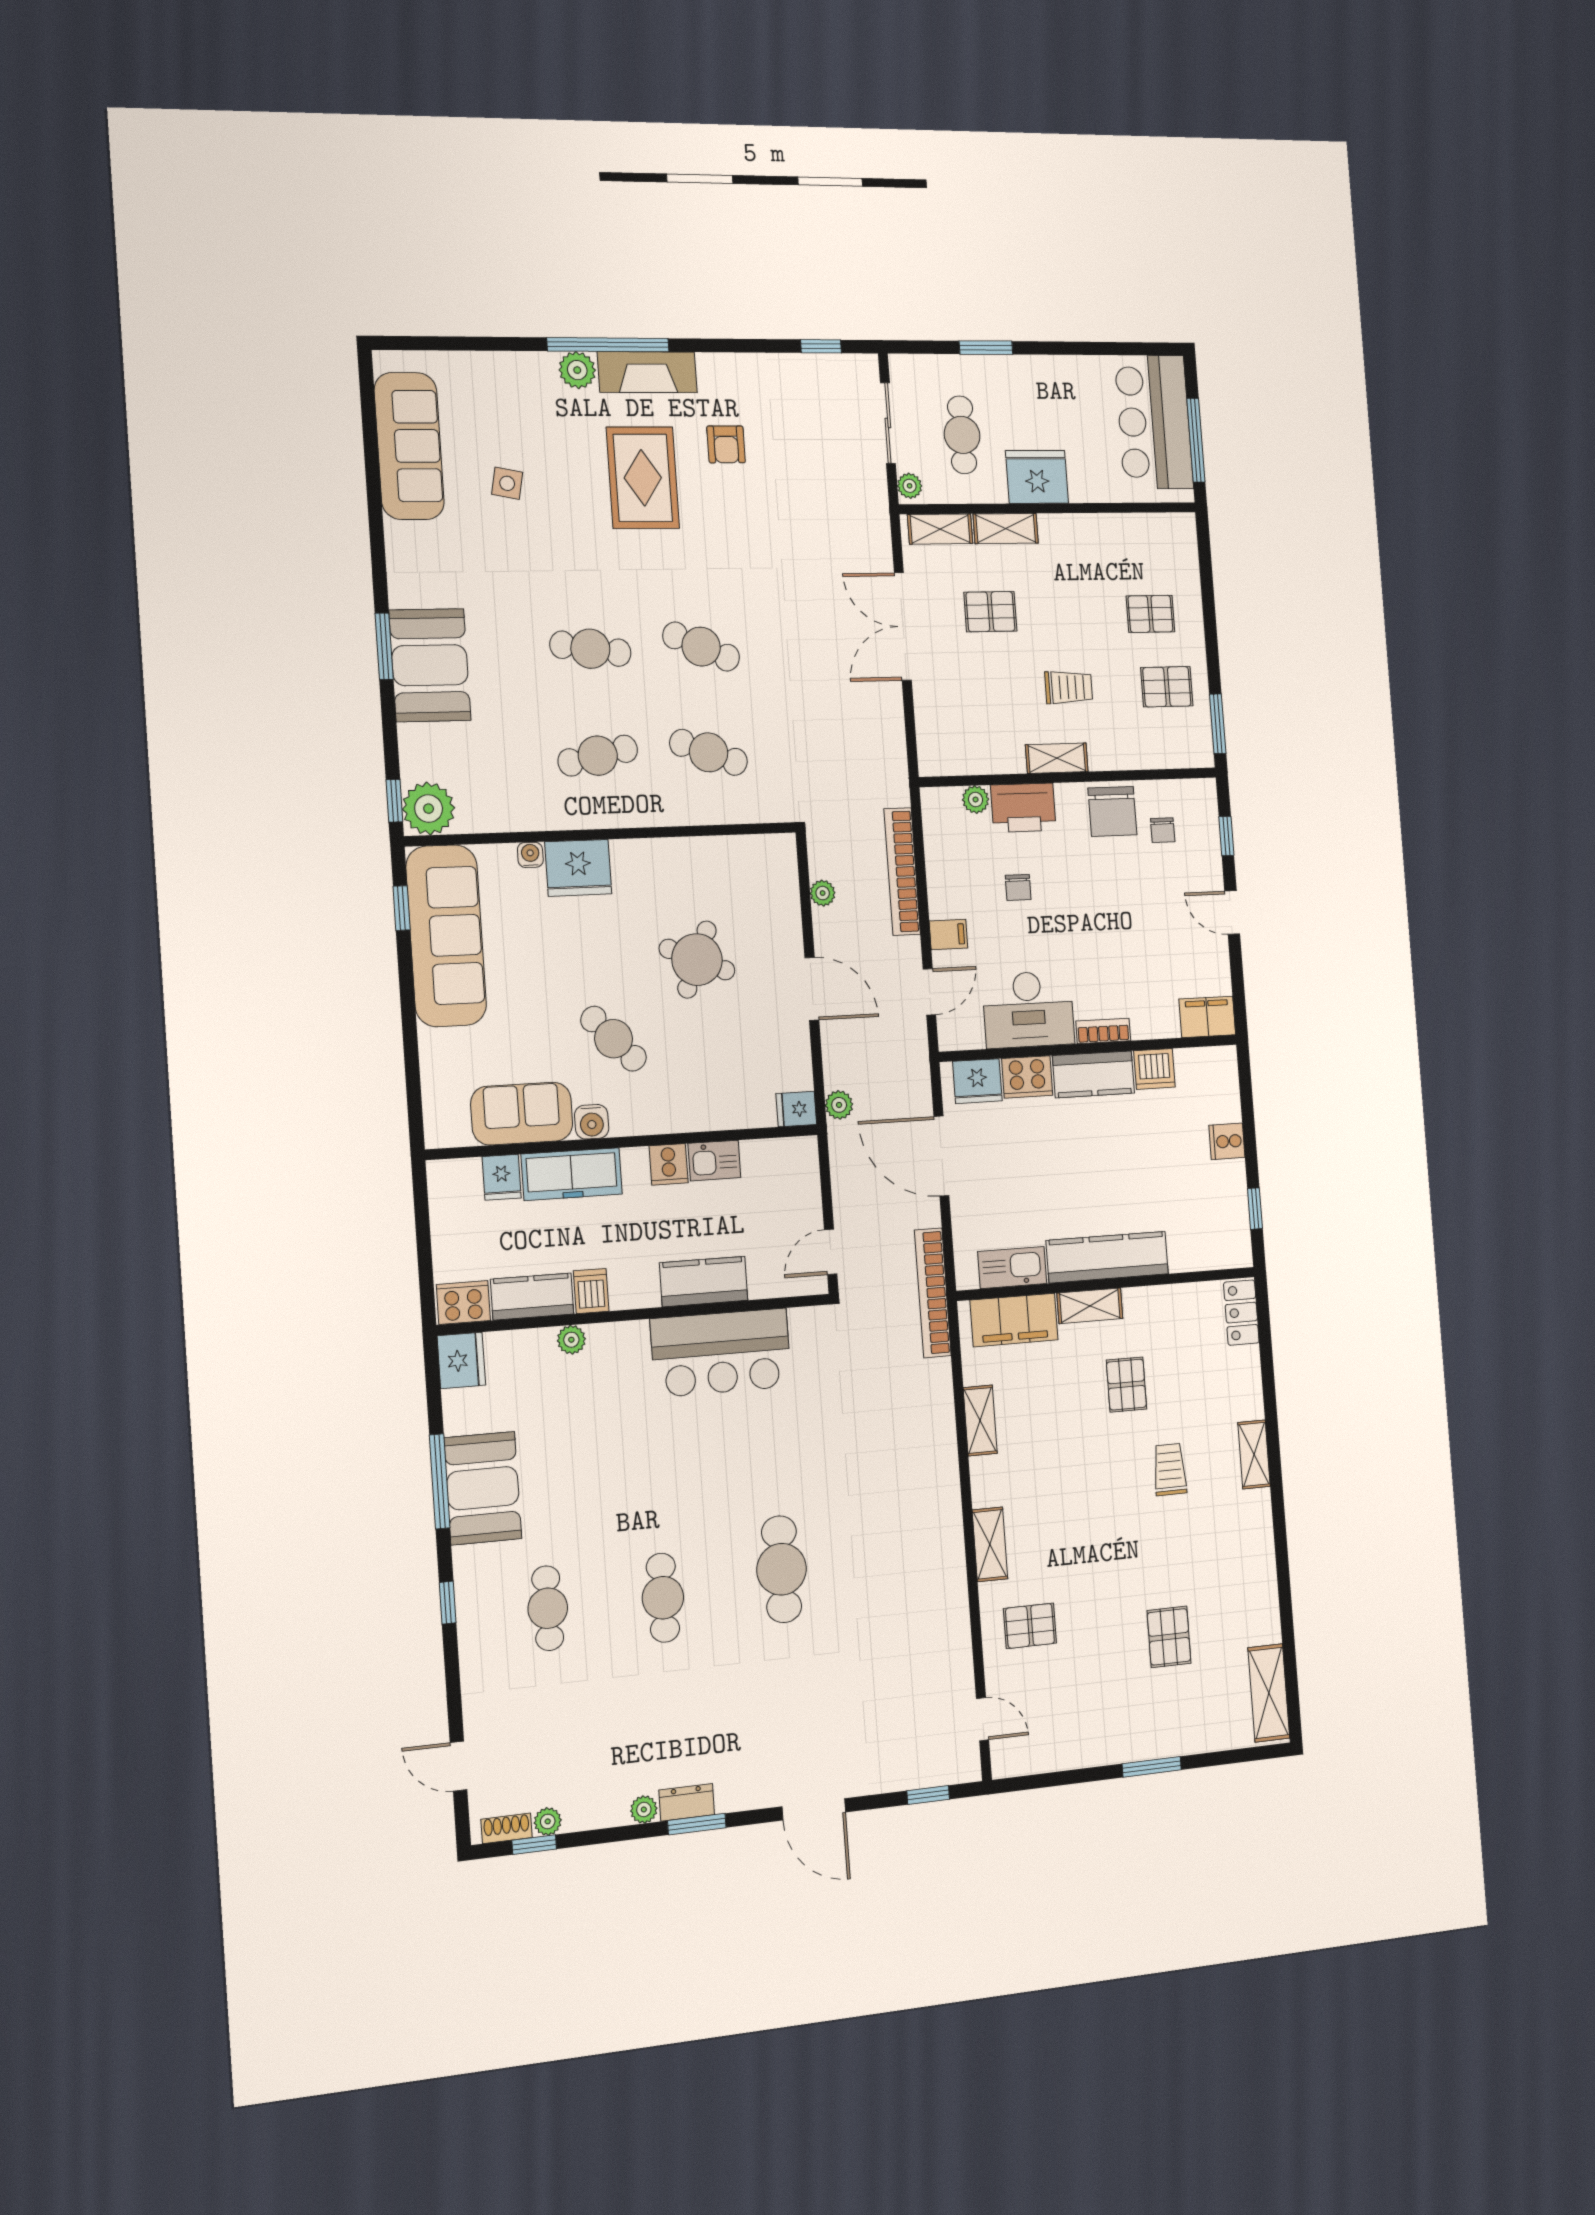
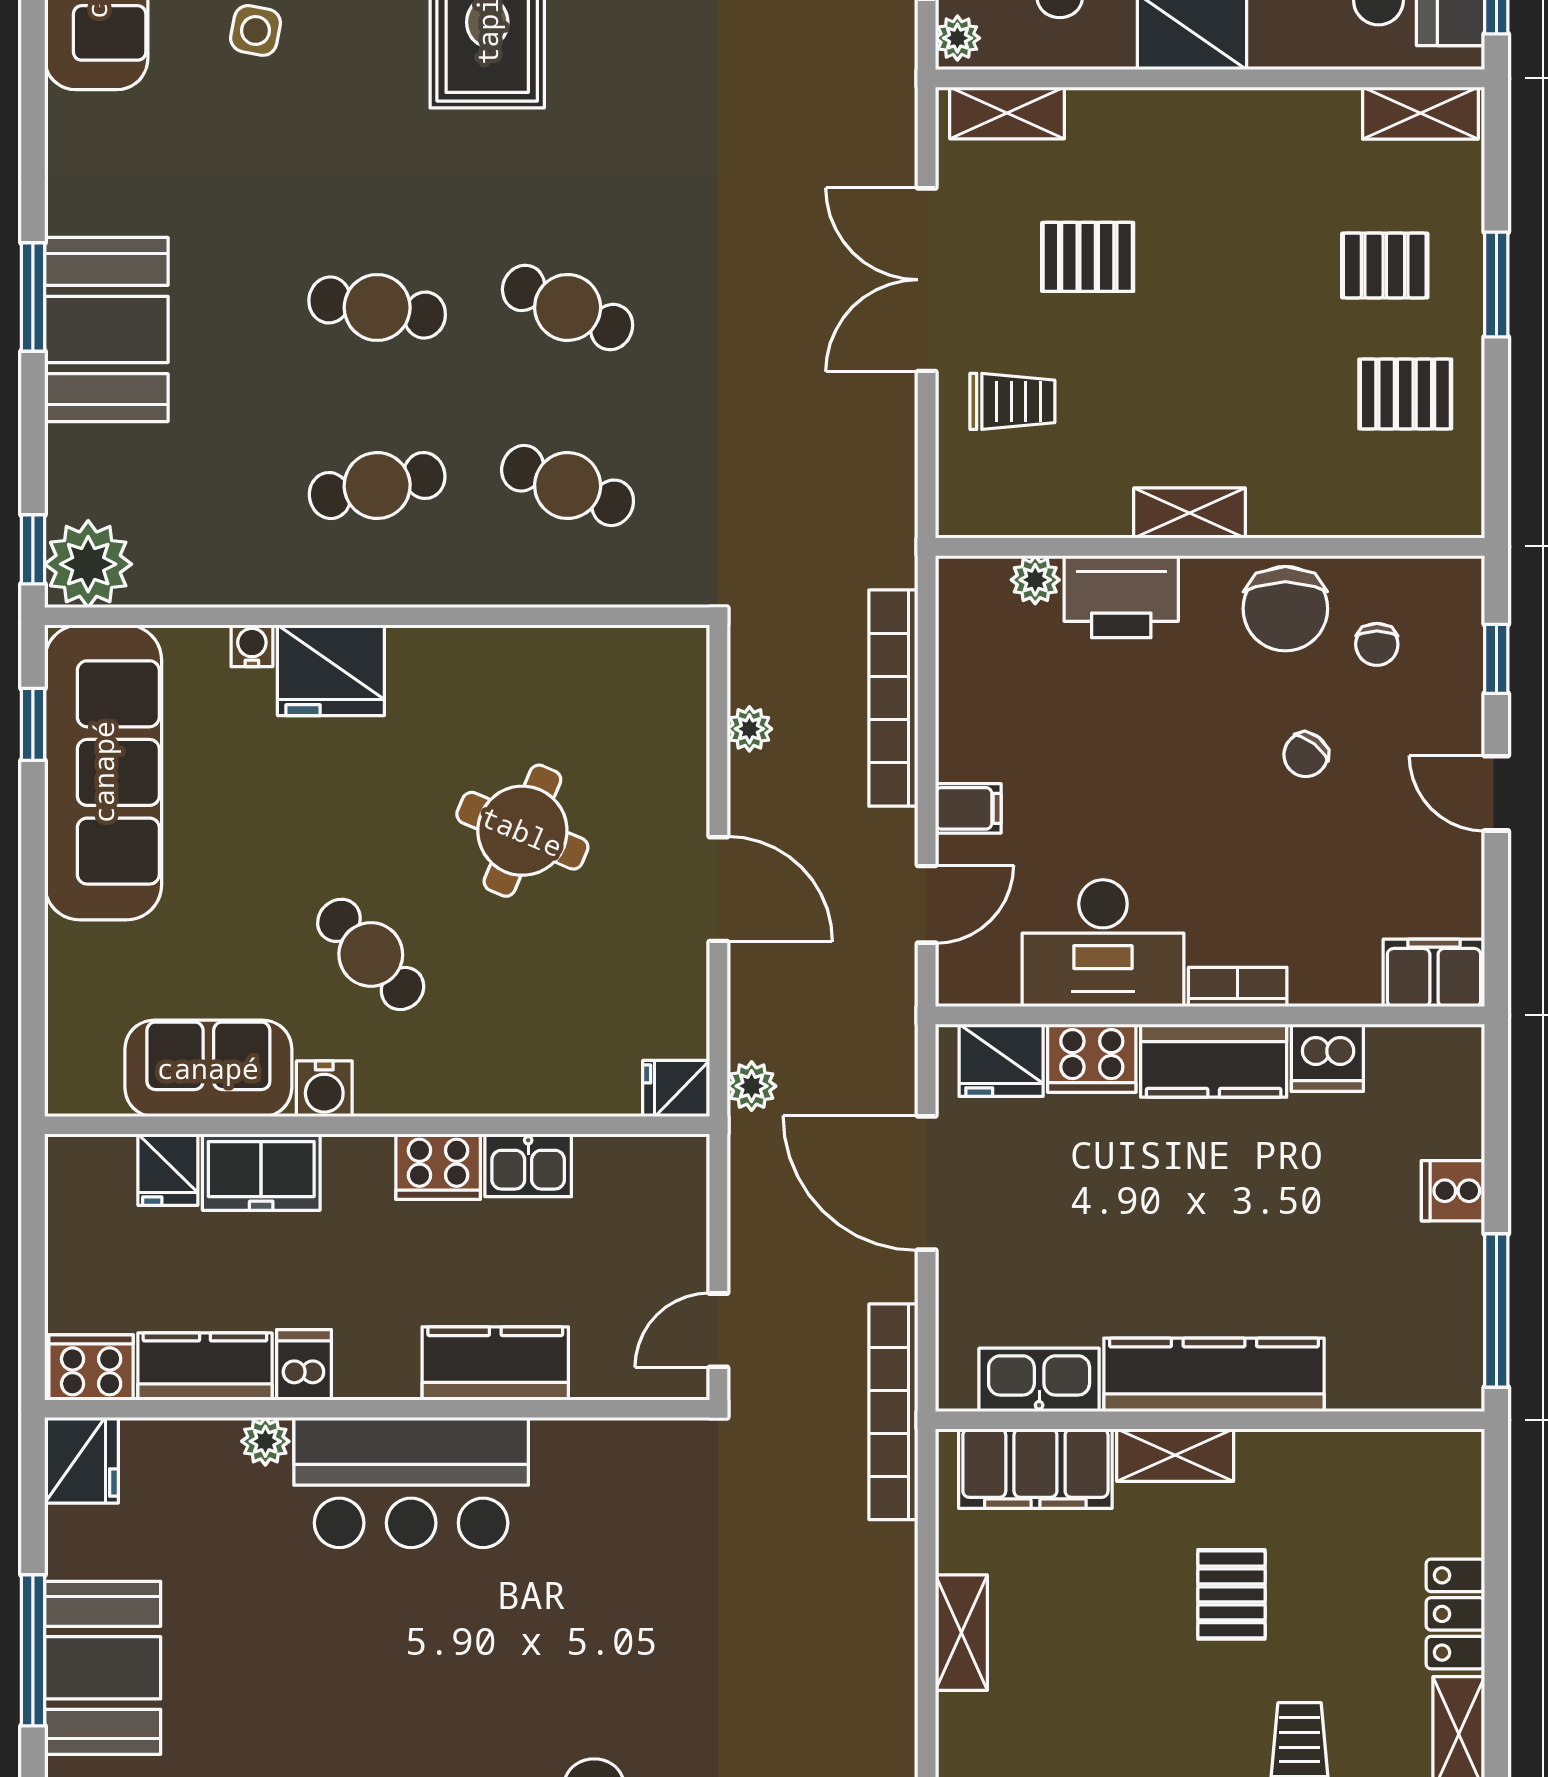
shelving: (1006, 529) -> (1420, 113), moved
trolley: (1069, 687) -> (1012, 401), moved
window: (1218, 724) -> (1496, 284), moved
chair: (1018, 887) -> (1306, 755), moved, turned 38
cooker: (669, 1164) -> (438, 1167), width x1.36
freezer: (572, 1174) -> (261, 1172), width x0.71
window: (1255, 1208) -> (1496, 1310), width x2.17
locker: (1241, 1313) -> (1455, 1614), moved
bar counter: (721, 1353) -> (411, 1483), moved

